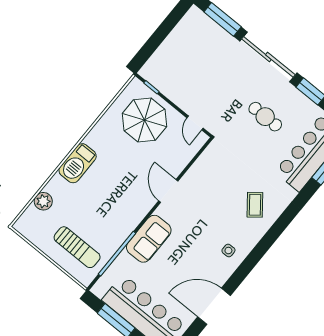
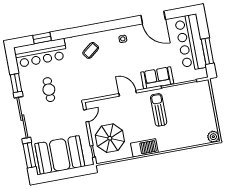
booth: (187, 50) -> (60, 155), added
barbecue: (78, 163) -> (144, 148), moved
door: (168, 191) -> (128, 93), swing flipped
plant: (43, 201) -> (213, 137), moved
sun lounger: (77, 247) -> (159, 110), moved

